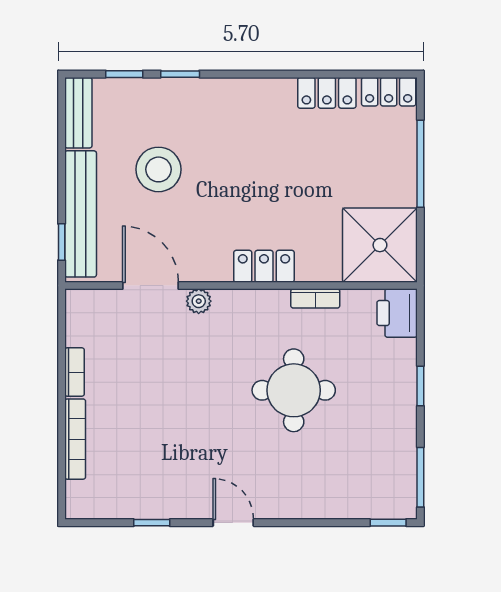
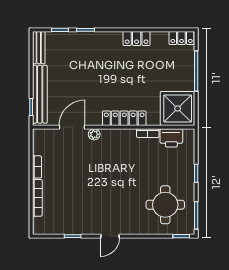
locker: (327, 93) -> (137, 38), moved
stool: (158, 169) -> (76, 74), removed
locker: (264, 266) -> (124, 118), width x1.53
door: (150, 286) -> (72, 127), hinge flipped
printer: (397, 313) -> (171, 138), moved, turned -90
round table: (294, 390) -> (165, 205), moved
door: (233, 523) -> (110, 236), swing flipped

